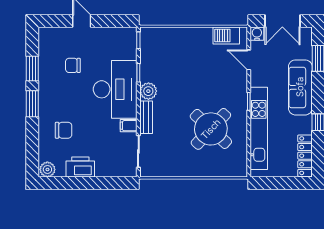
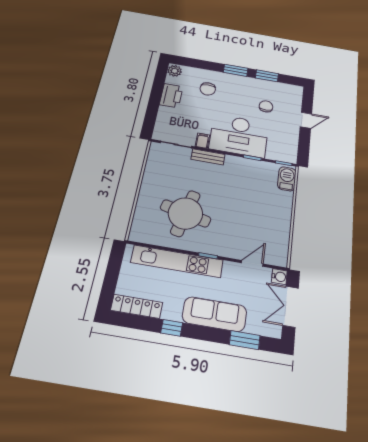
barbecue: (226, 36) -> (287, 179), moved
plant: (148, 91) -> (233, 163), removed
round table: (211, 129) -> (185, 213), turned -30

